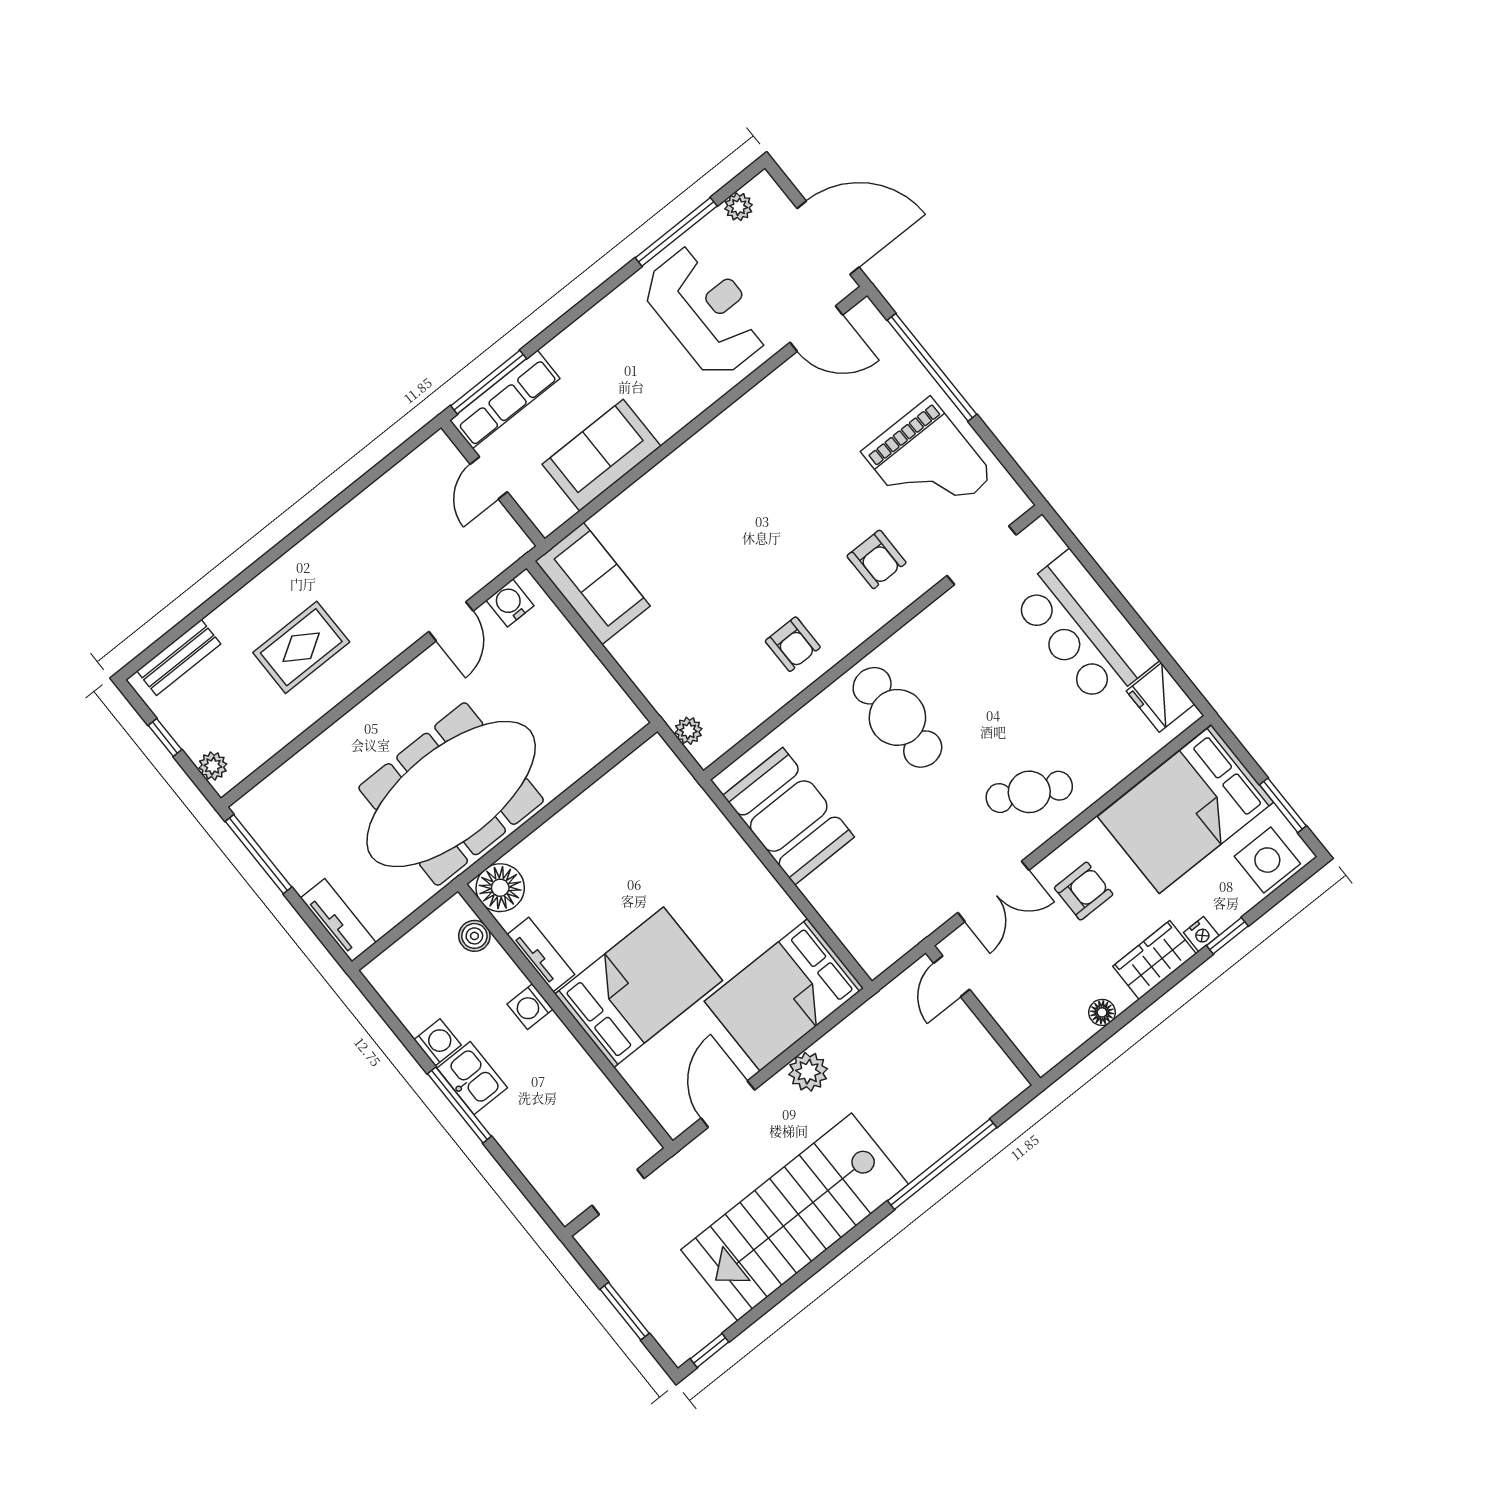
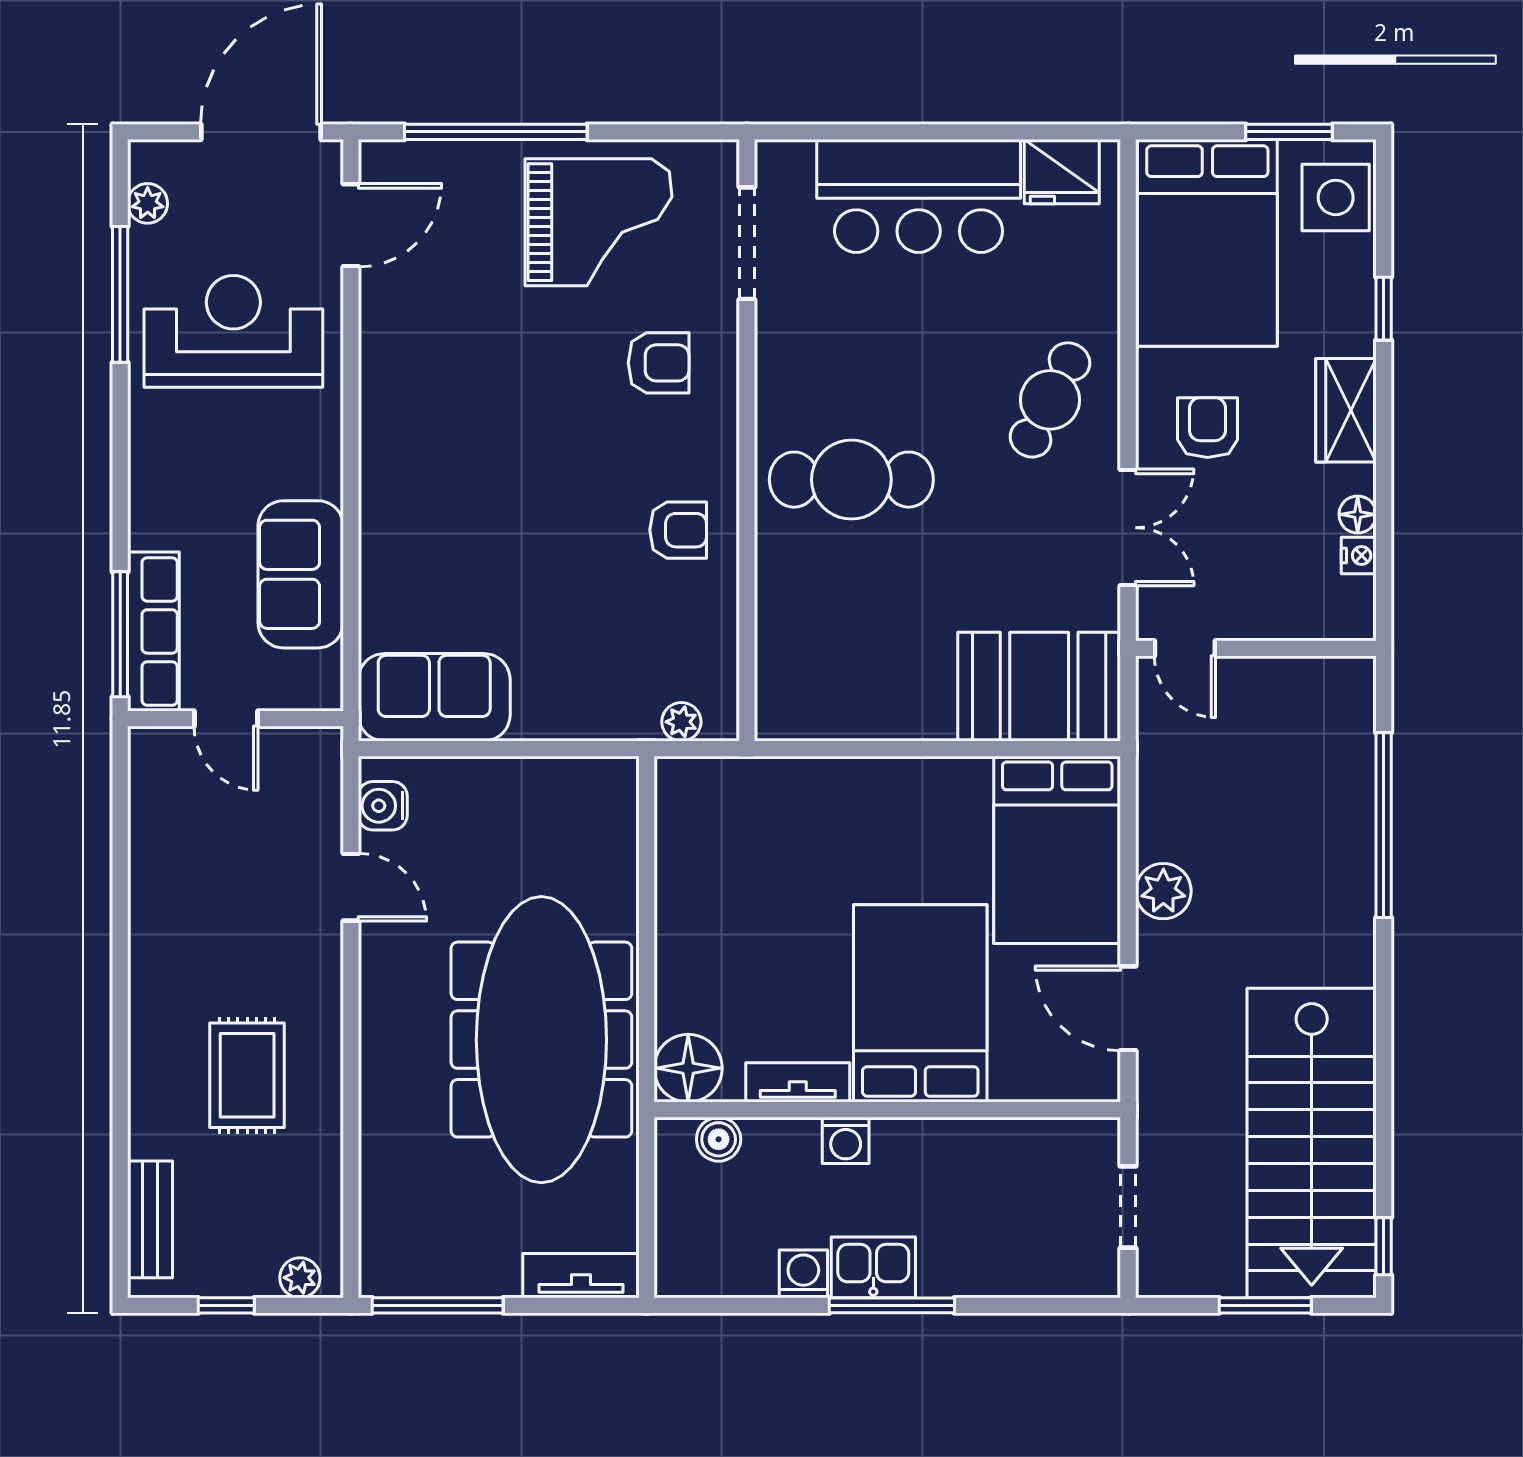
booth: (789, 816) -> (1039, 687), moved
nightstand: (1201, 934) -> (1359, 556), moved
stairs: (795, 1217) -> (1312, 1143), moved

